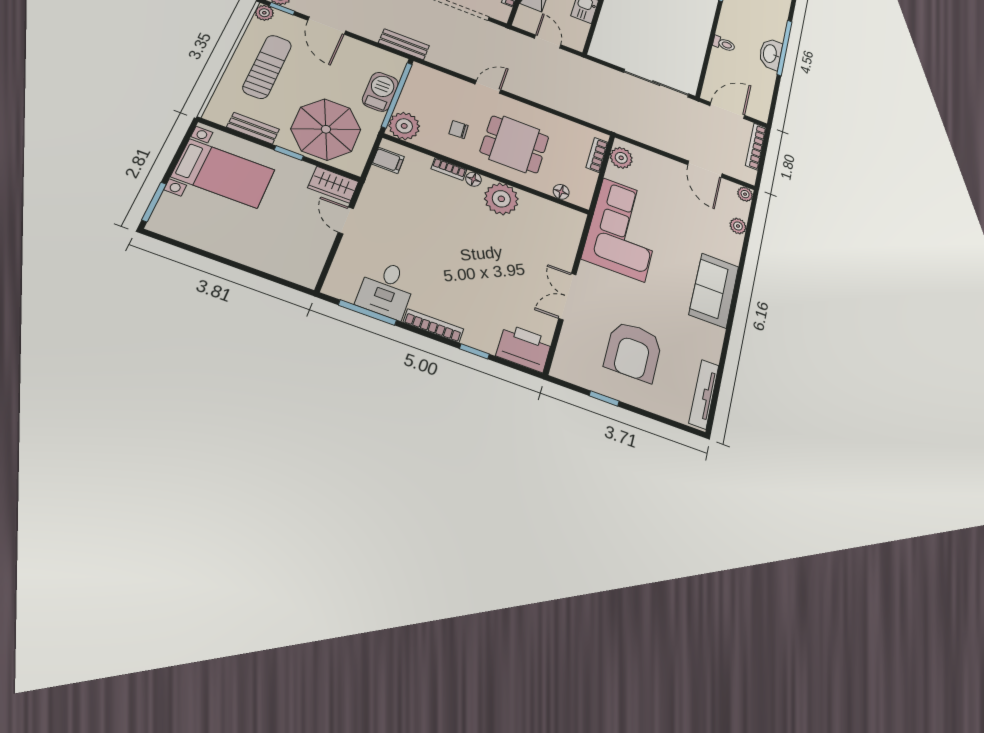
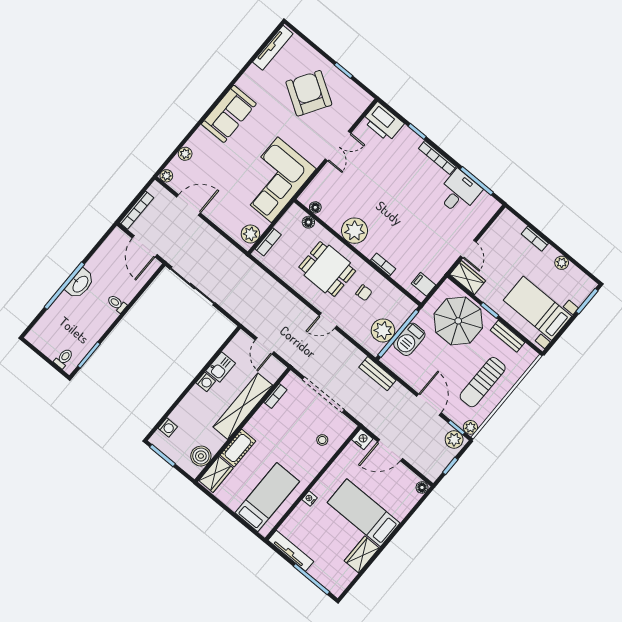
door: (727, 111) -> (145, 246), hinge flipped
plant: (404, 126) -> (383, 330), moved
door: (705, 169) -> (188, 205), hinge flipped
floor lamp: (473, 179) -> (315, 207), moved
plant: (208, 241) -> (562, 263), added
bookcase: (258, 262) -> (535, 239), added
armchair: (633, 351) -> (309, 93), turned -58

